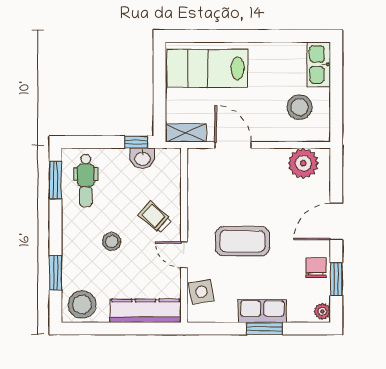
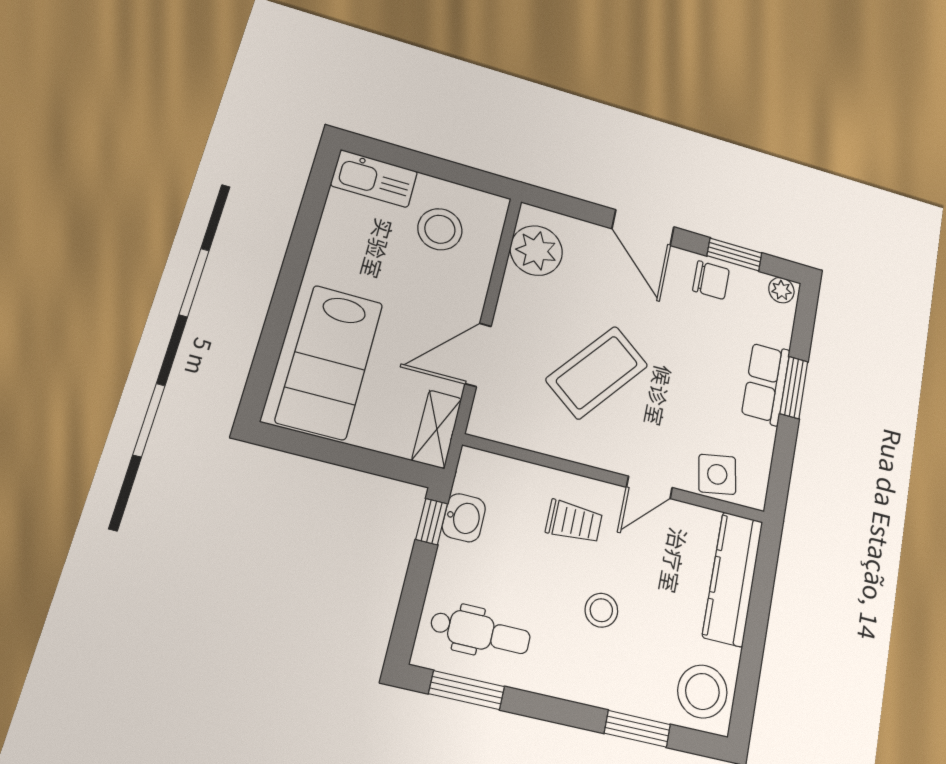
trolley: (155, 217) -> (574, 522), turned -132
coffee table: (242, 241) -> (597, 372), moved, turned 38
chair: (316, 268) -> (711, 280), turned 180

